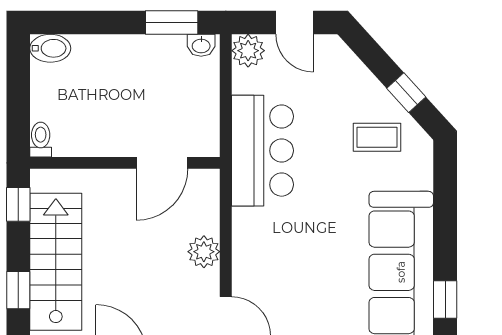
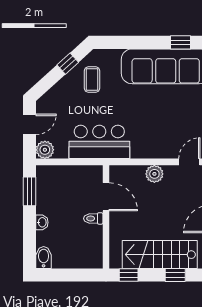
washbasin: (201, 45) -> (42, 222), moved
toilet: (41, 140) -> (93, 218), moved

